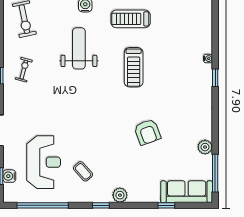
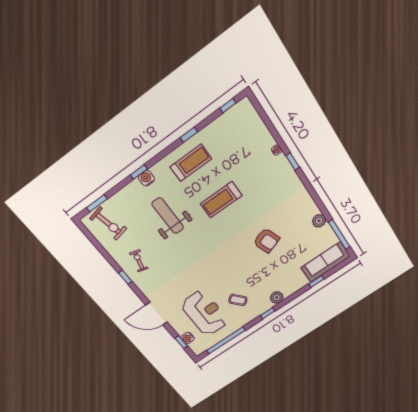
treadmill: (131, 19) -> (191, 163), turned 180
treadmill: (134, 67) -> (221, 200), turned 90

